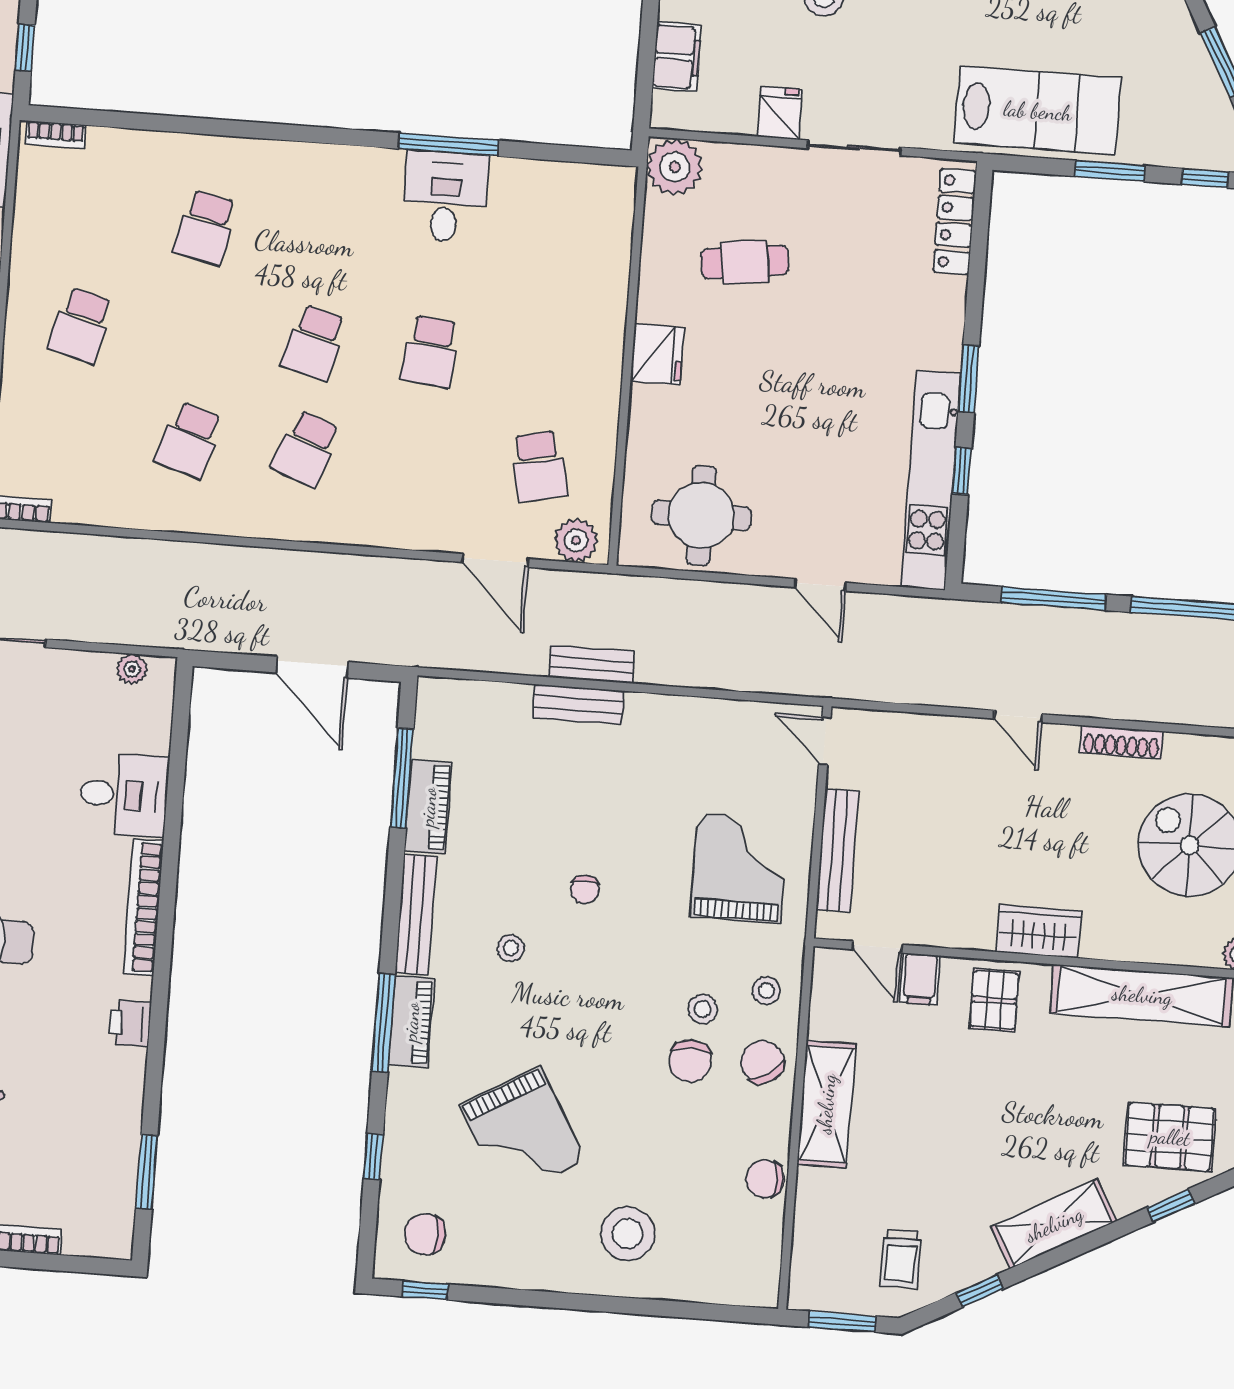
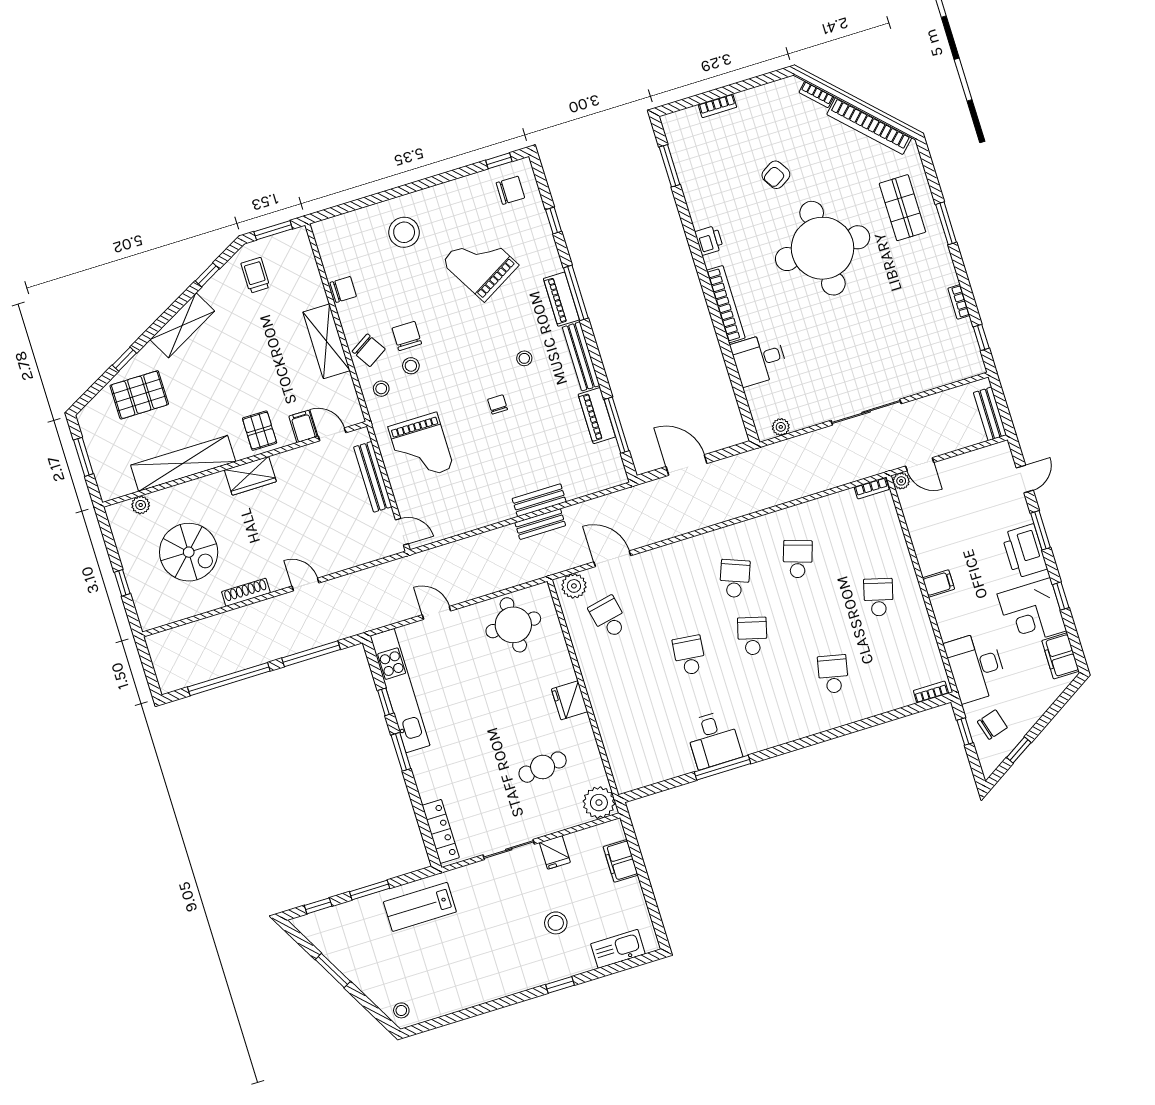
lab bench: (1038, 111) -> (420, 907), width x0.73, depth x0.72

